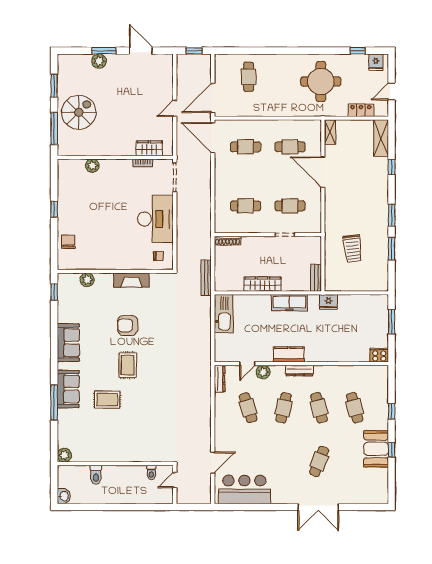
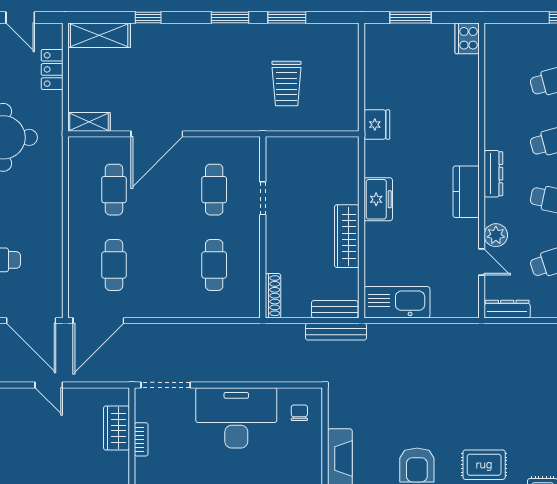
trolley: (353, 249) -> (287, 83), turned 97
bench: (316, 278) -> (335, 309), moved
freezer: (289, 303) -> (378, 199), width x0.71

